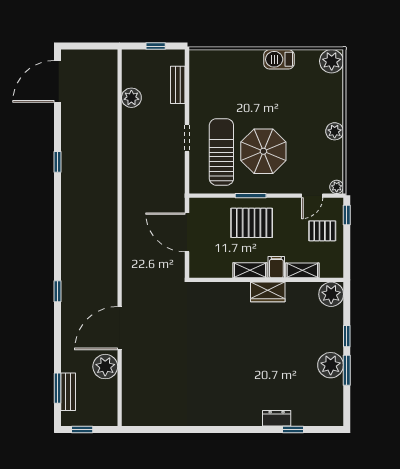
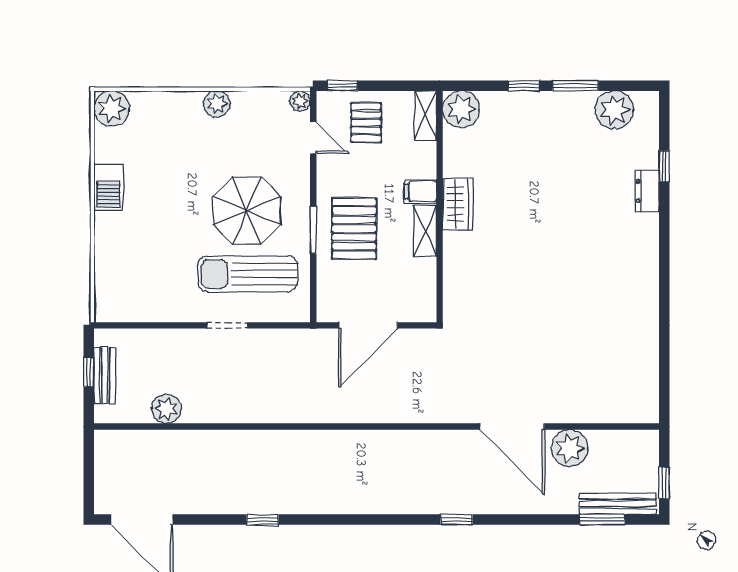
bench: (178, 85) -> (105, 376), moved, turned 90
shelving: (302, 270) -> (425, 116), moved
plant: (331, 365) -> (614, 110), moved
bench: (68, 392) -> (618, 504), width x1.36

